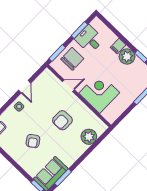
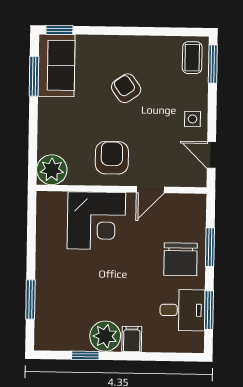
door: (68, 86) -> (150, 190), moved
corner desk: (99, 93) -> (96, 221), moved
wall: (79, 96) -> (121, 189), moved

